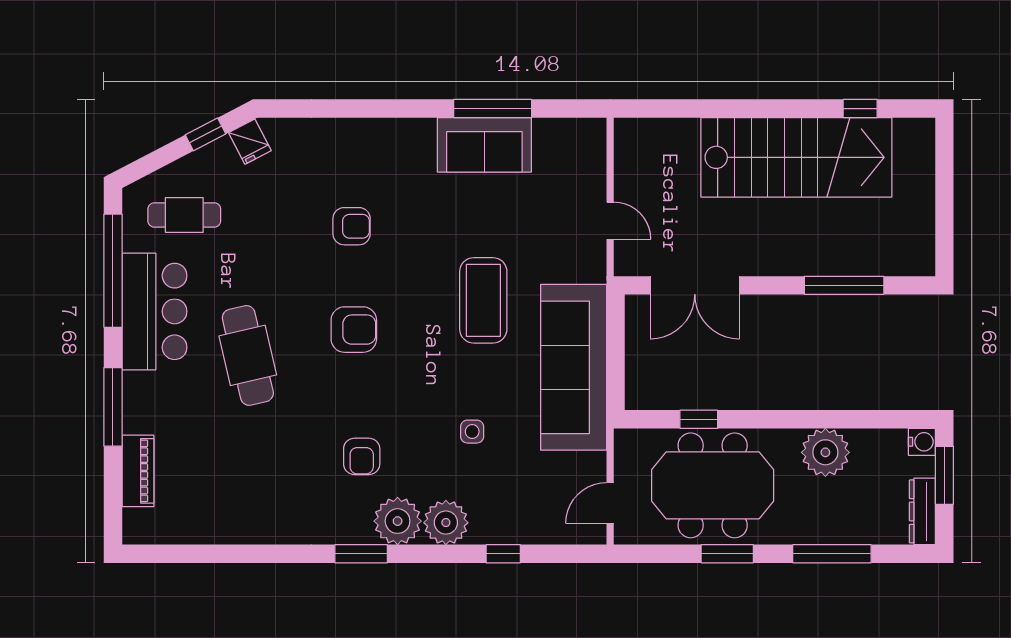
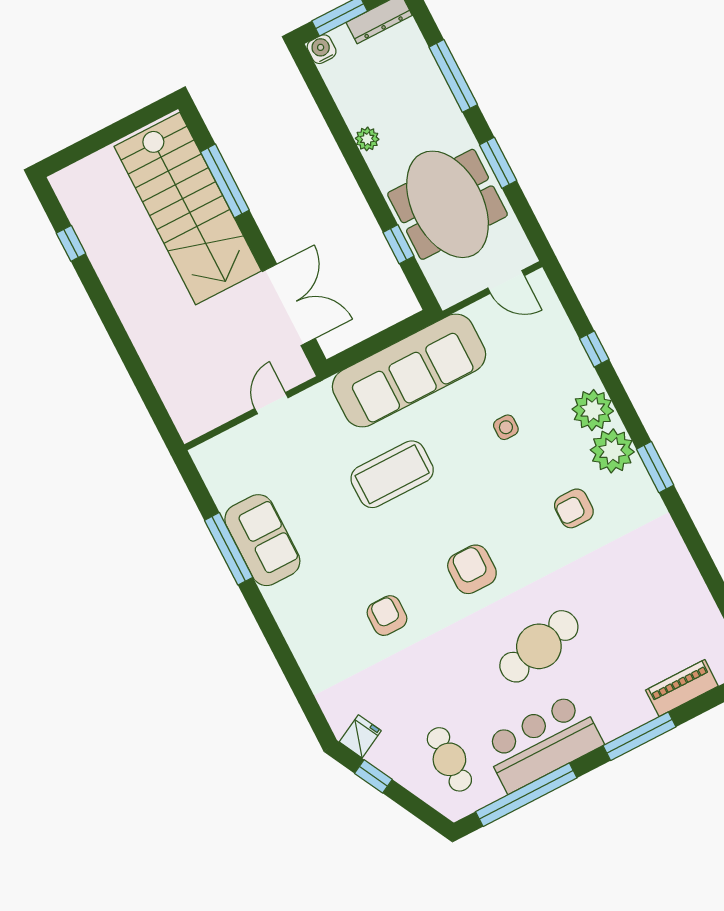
stairs: (796, 157) -> (188, 209), moved, turned 180
plant: (825, 452) -> (367, 139), width x0.53, depth x0.53
armchair: (362, 456) -> (574, 508), turned 180

